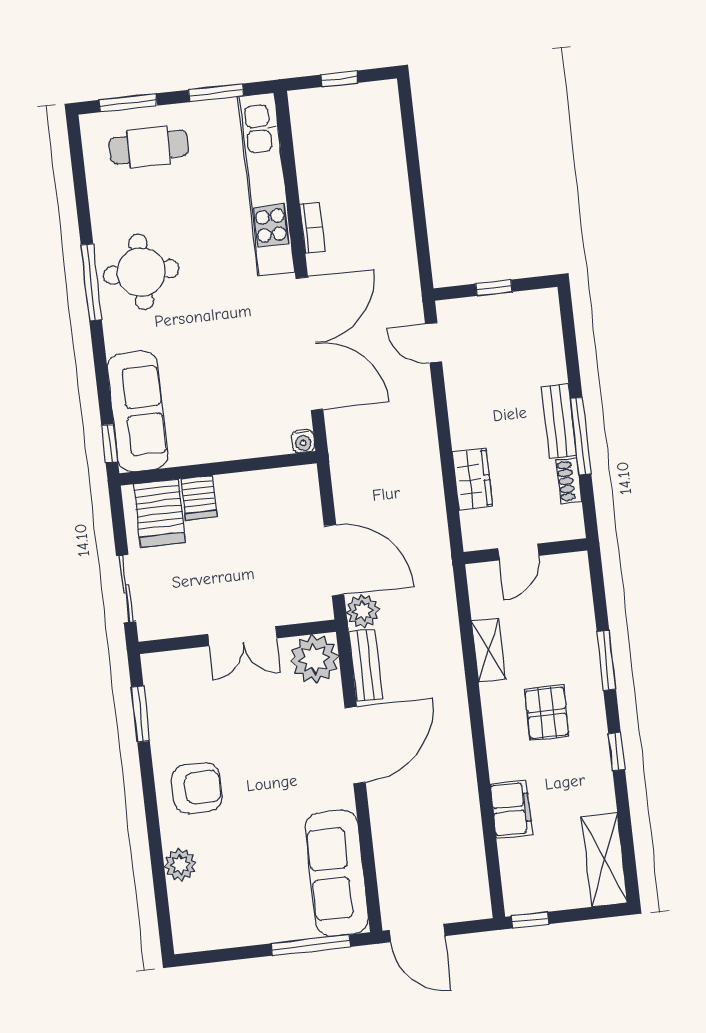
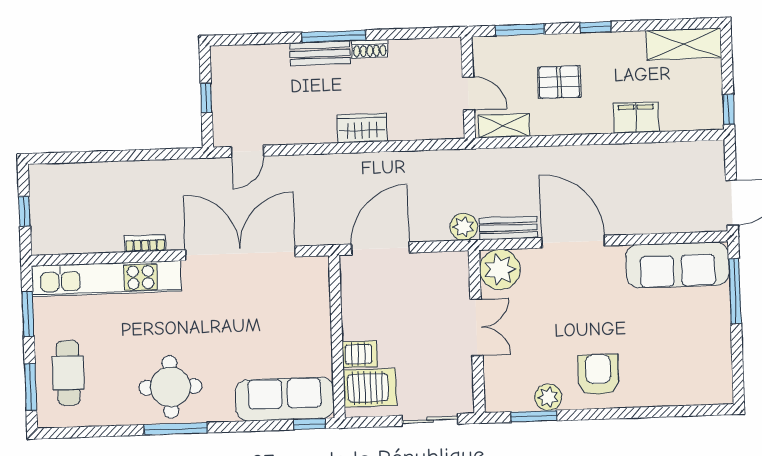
water cooler: (303, 441) -> (320, 265), removed
wall: (526, 551) -> (468, 88), moved
door: (518, 552) -> (468, 93), moved
door: (334, 560) -> (380, 248), moved
plant: (180, 865) -> (548, 397), moved

